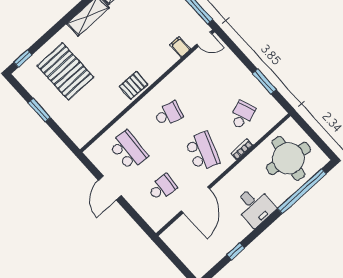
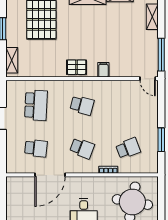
filing cabinet: (180, 47) -> (103, 70), moved
shelving: (72, 130) -> (12, 60), added
school desk: (202, 151) -> (82, 148), width x0.54

